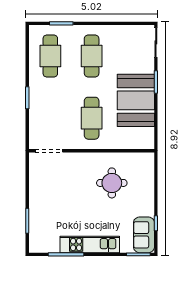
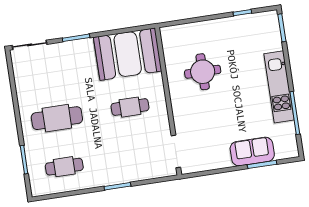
cafe table: (50, 56) -> (64, 167), width x0.73, depth x0.74
booth: (136, 100) -> (128, 54), moved
cafe table: (92, 118) -> (130, 107), width x0.73, depth x0.74
sofa: (144, 235) -> (252, 152), moved, turned 180

